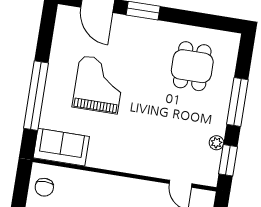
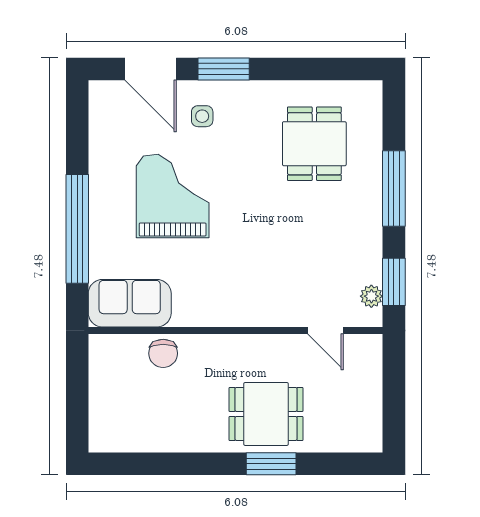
side table: (125, 38) -> (202, 116), added
plant: (216, 143) -> (371, 296), moved
chair: (44, 187) -> (163, 353), moved

